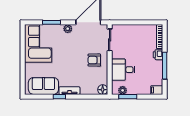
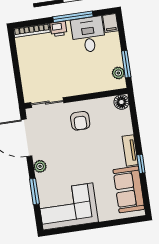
desk: (123, 70) -> (88, 35), moved, turned 180

